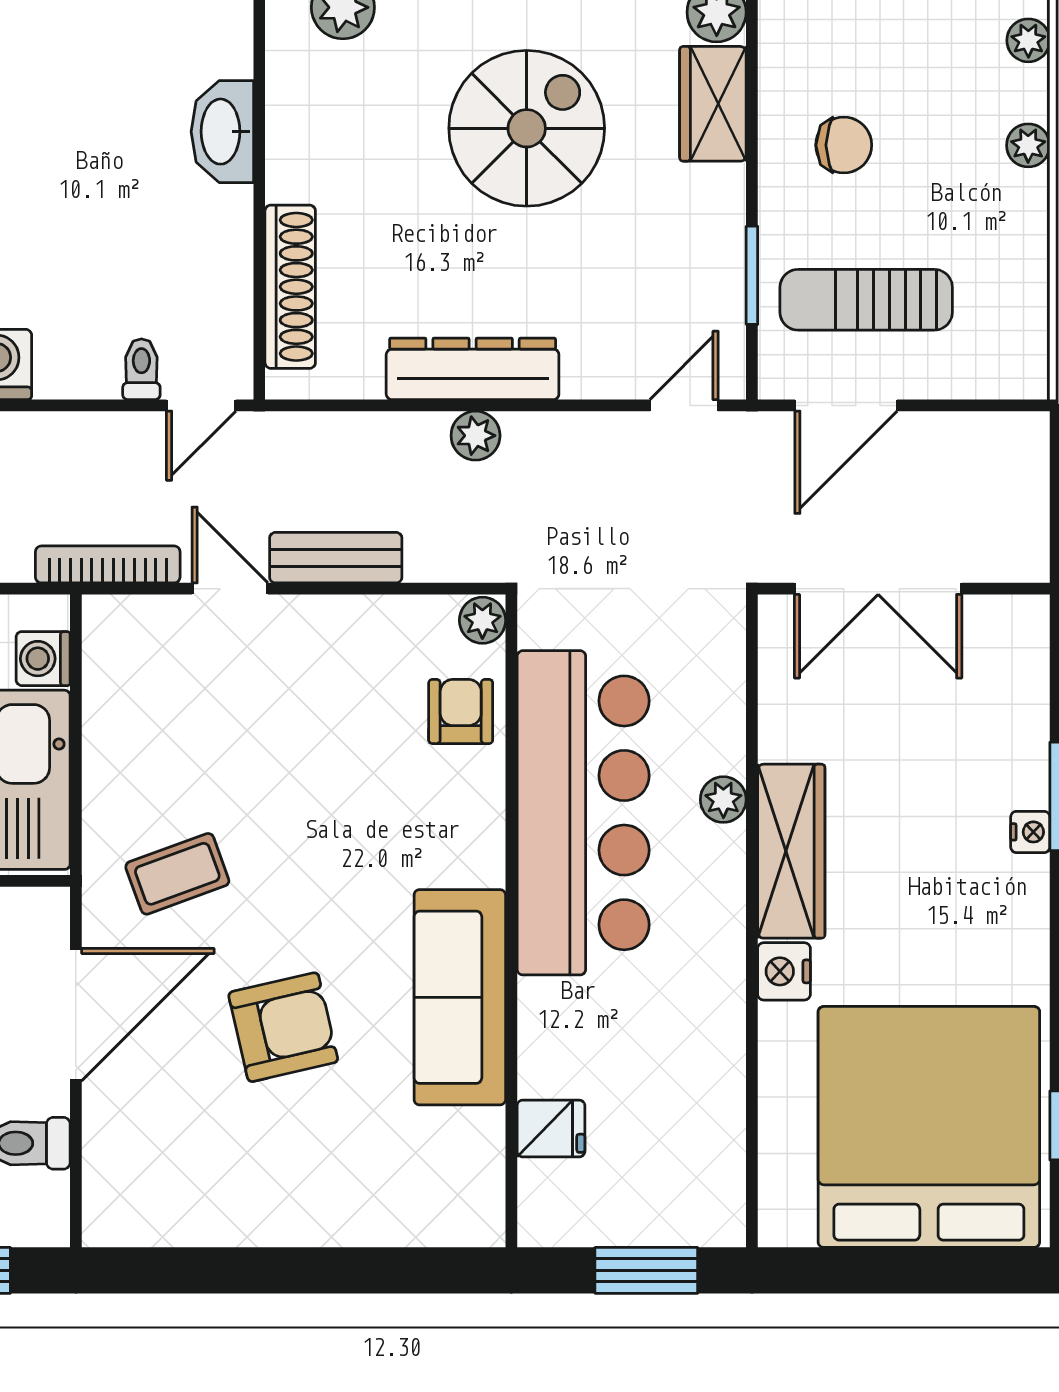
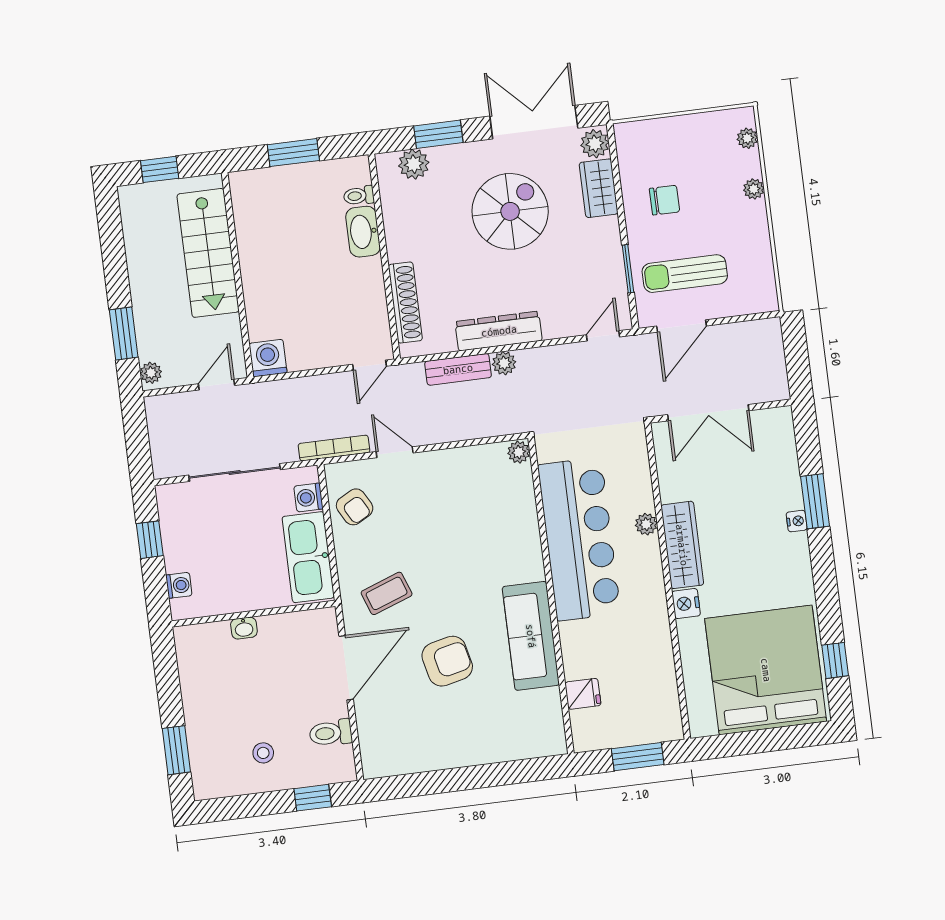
toilet: (141, 369) -> (359, 196), moved, turned -90
bench: (336, 558) -> (458, 369), moved
armchair: (461, 711) -> (355, 507), moved, turned 151

